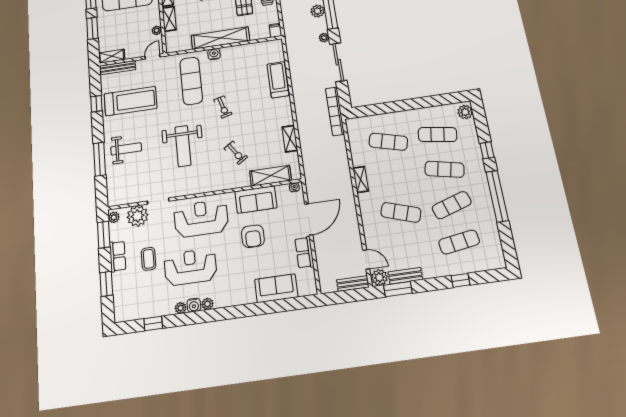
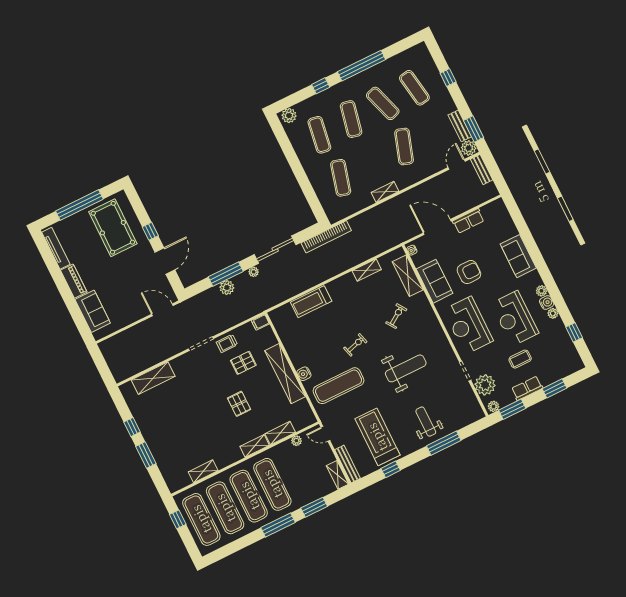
sofa: (276, 288) -> (518, 256), moved

